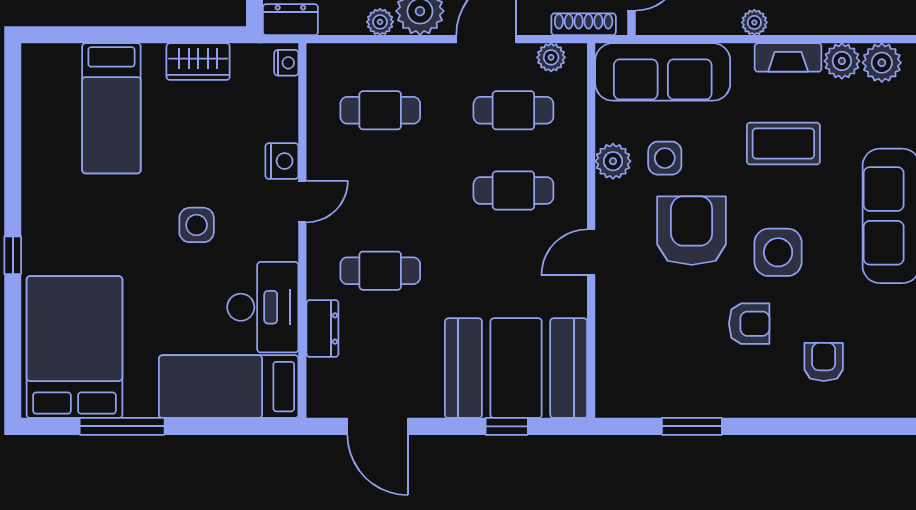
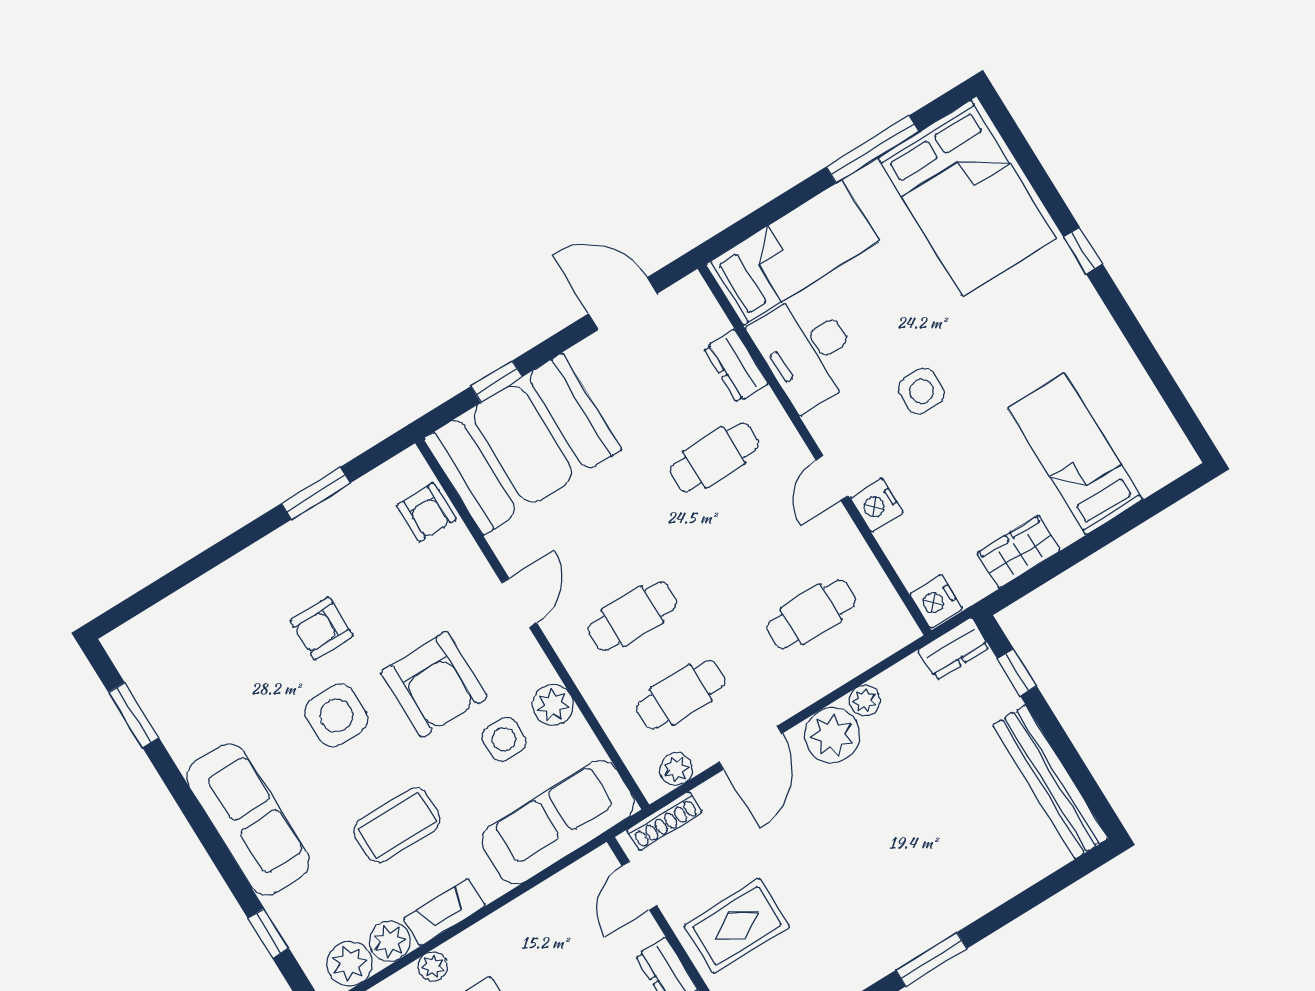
plant: (754, 22) -> (433, 966), moved
nightstand: (286, 63) -> (936, 601), width x1.39, depth x1.35
armchair: (824, 362) -> (426, 512), moved

